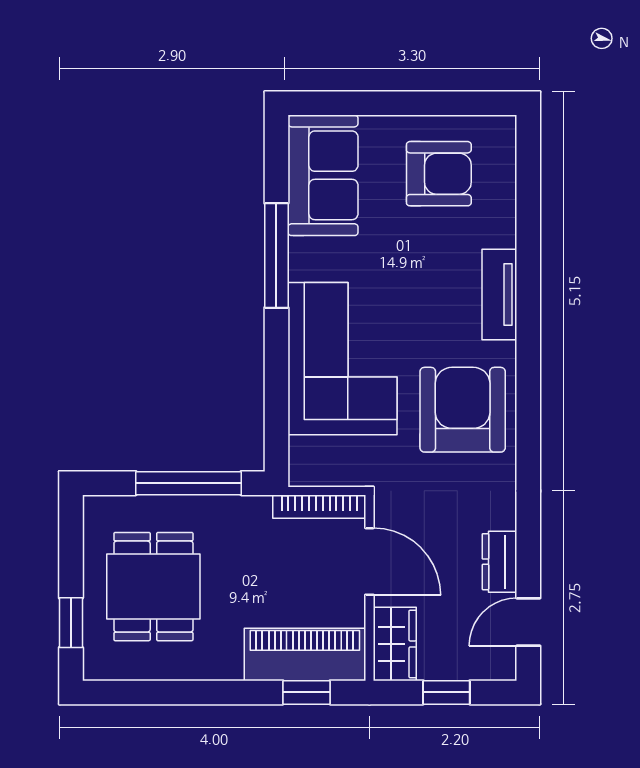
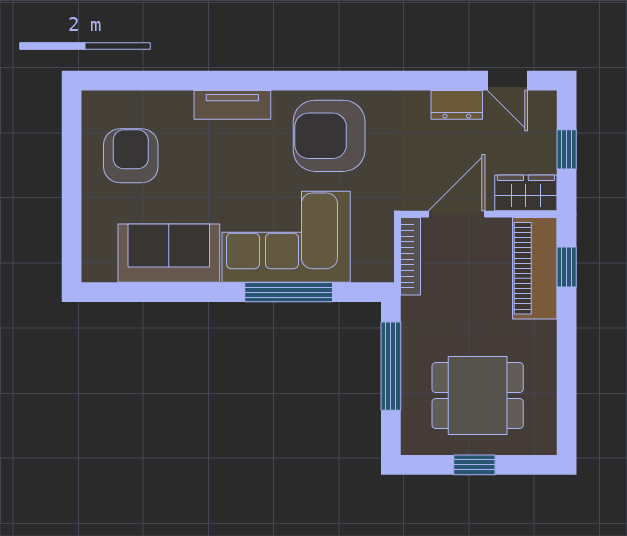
sofa: (323, 175) -> (169, 253), moved
window: (276, 255) -> (289, 292), moved
window: (71, 623) -> (474, 465), moved

